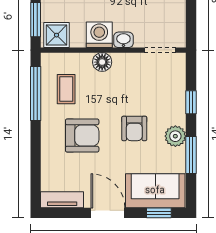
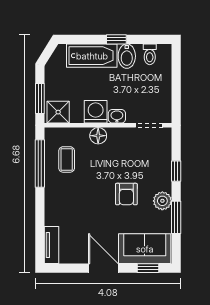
armchair: (82, 136) -> (81, 200), removed
tv unit: (62, 200) -> (51, 245), moved, turned 90

